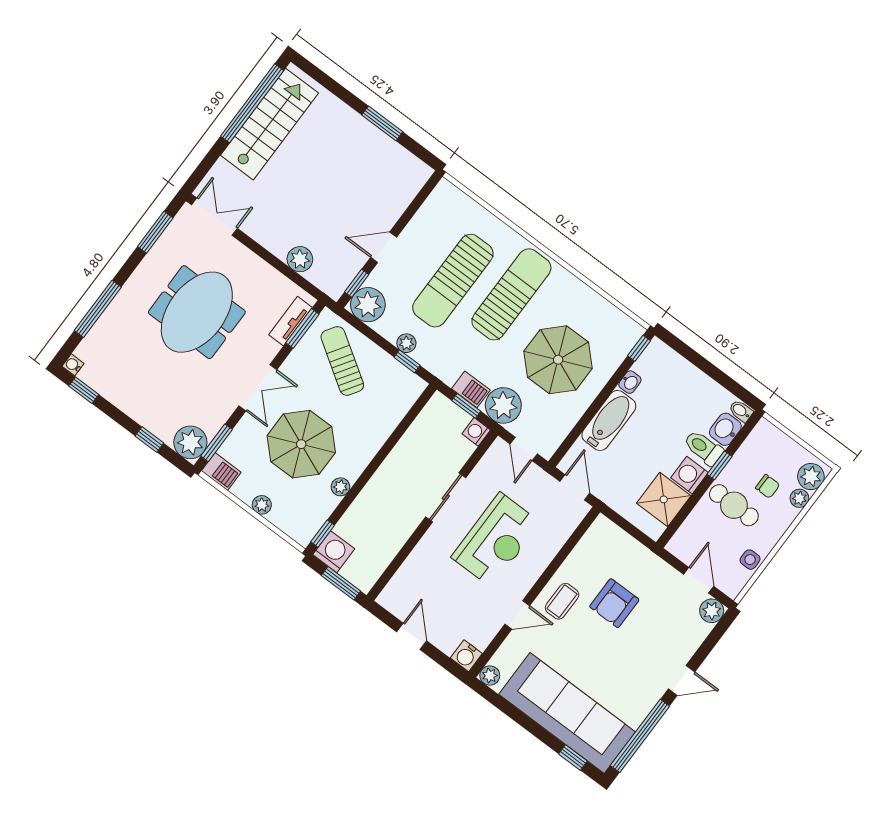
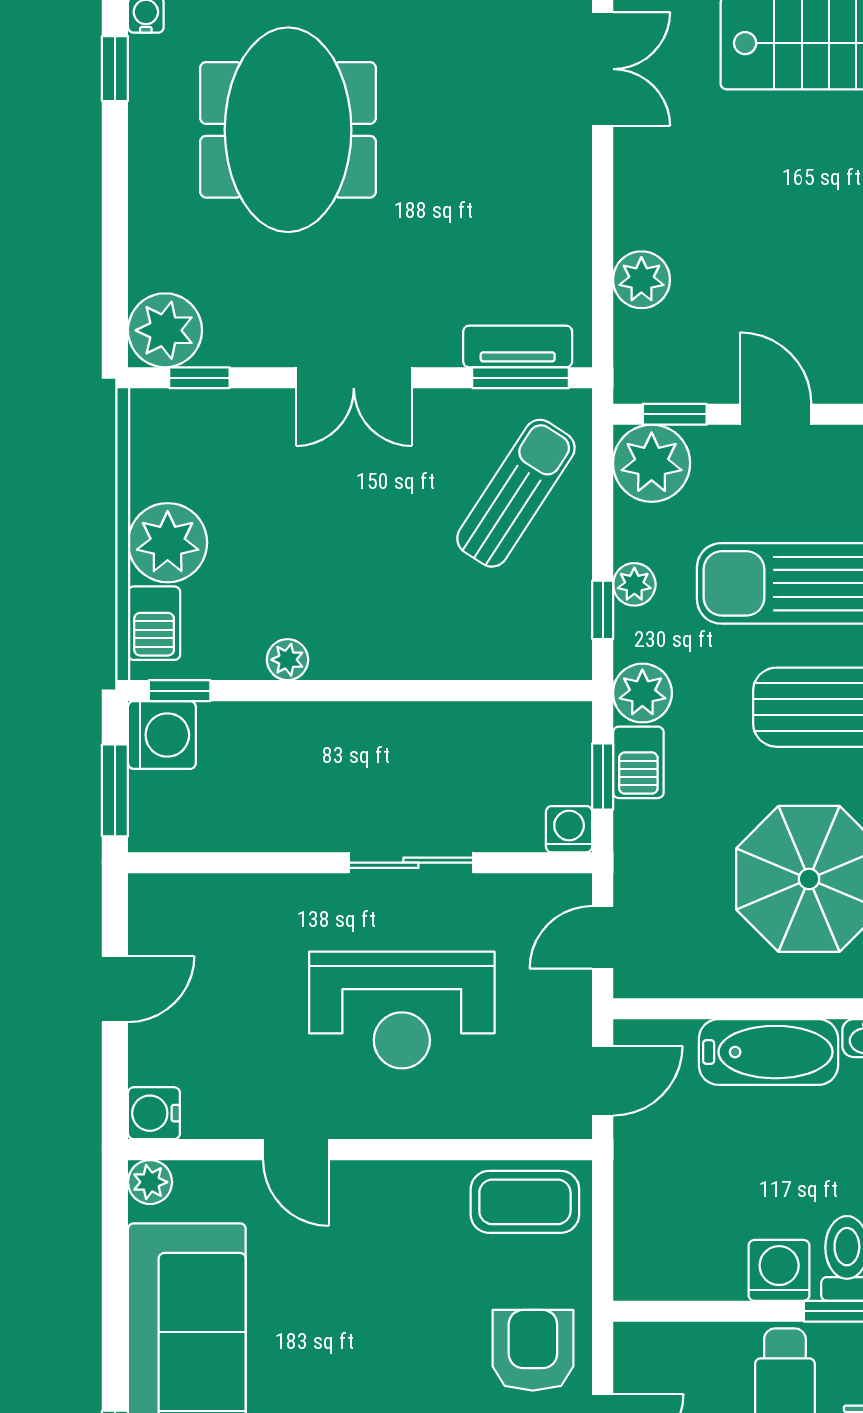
meeting table: (197, 312) -> (288, 130), moved, turned 90
plant: (503, 405) -> (642, 693), moved, width x0.73, depth x0.73
window: (149, 439) -> (115, 253), removed
window: (216, 443) -> (199, 378), width x0.67
parasol: (301, 444) -> (311, 532), removed
barbecue: (221, 472) -> (154, 623), moved
shower: (664, 499) -> (701, 1257), removed
plant: (262, 505) -> (168, 543), width x1.88, depth x1.88
coffee table: (562, 601) -> (525, 1202), moved, width x1.36, depth x1.30
armchair: (614, 603) -> (533, 1350), moved, turned 90

